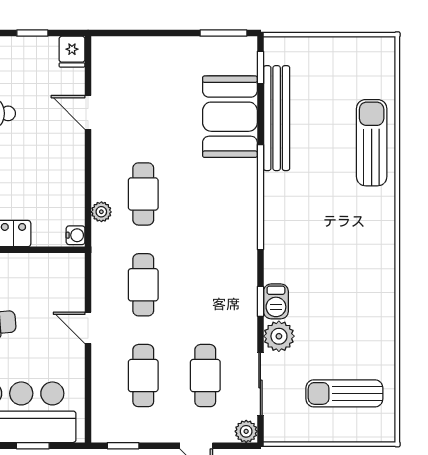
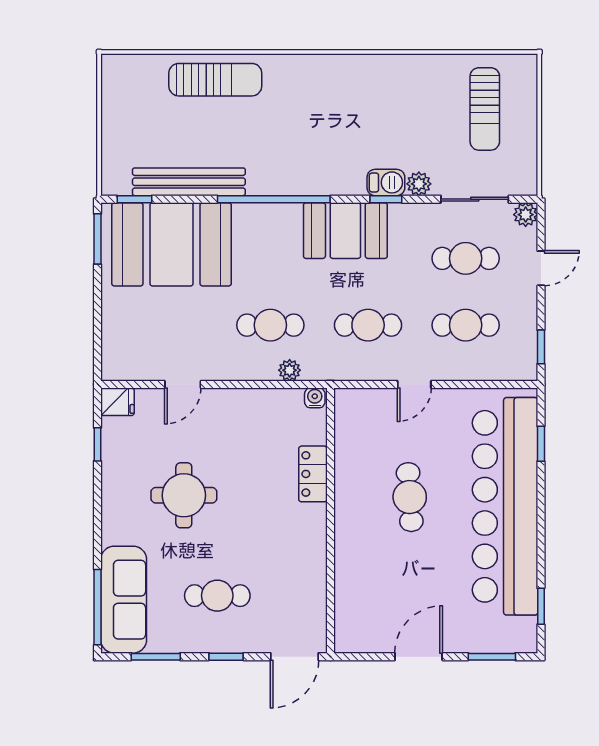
booth: (230, 117) -> (172, 244), width x1.36, depth x1.42
sun lounger: (372, 143) -> (215, 80), turned 180
booth: (231, 264) -> (345, 231), added
plant: (279, 336) -> (419, 184), width x0.73, depth x0.73

